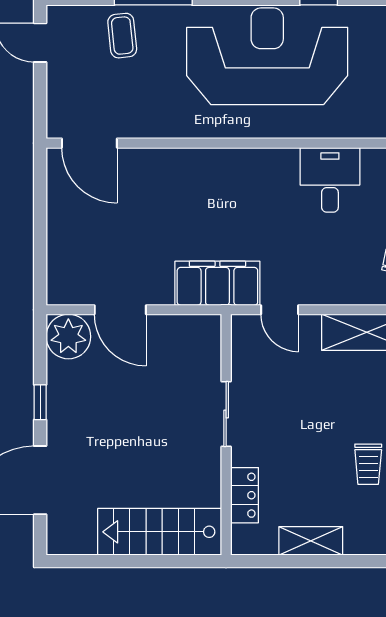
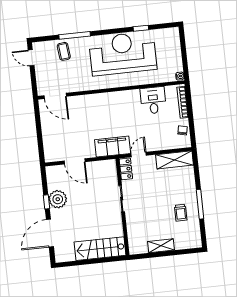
door: (280, 310) -> (139, 155), swing flipped
plant: (68, 337) -> (58, 199), moved
locker: (244, 495) -> (126, 169), moved

